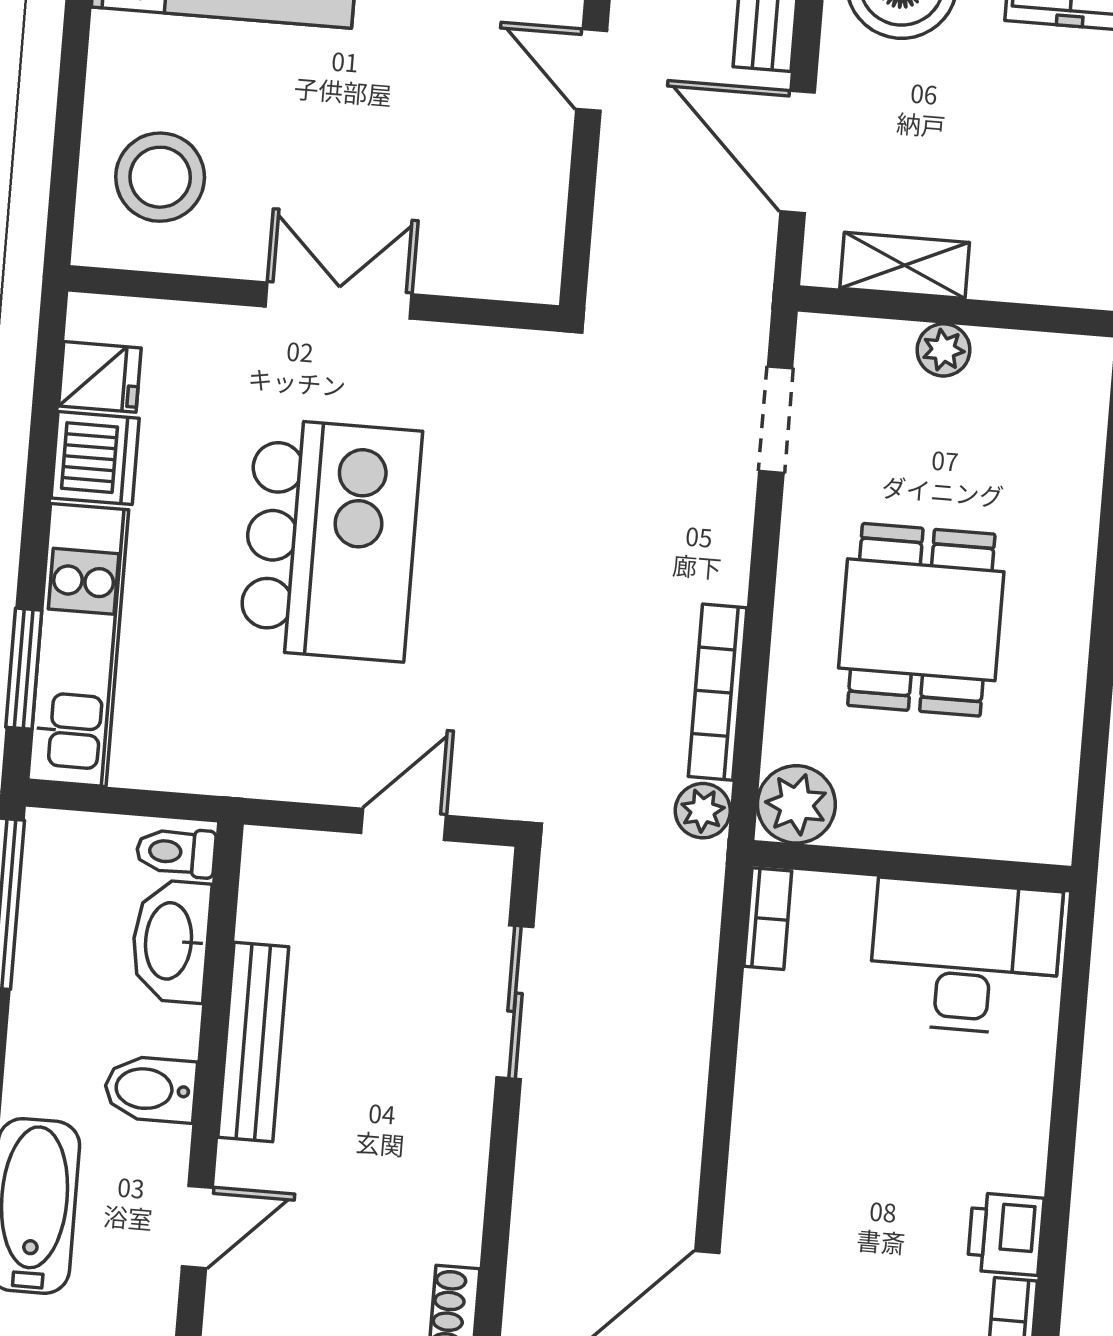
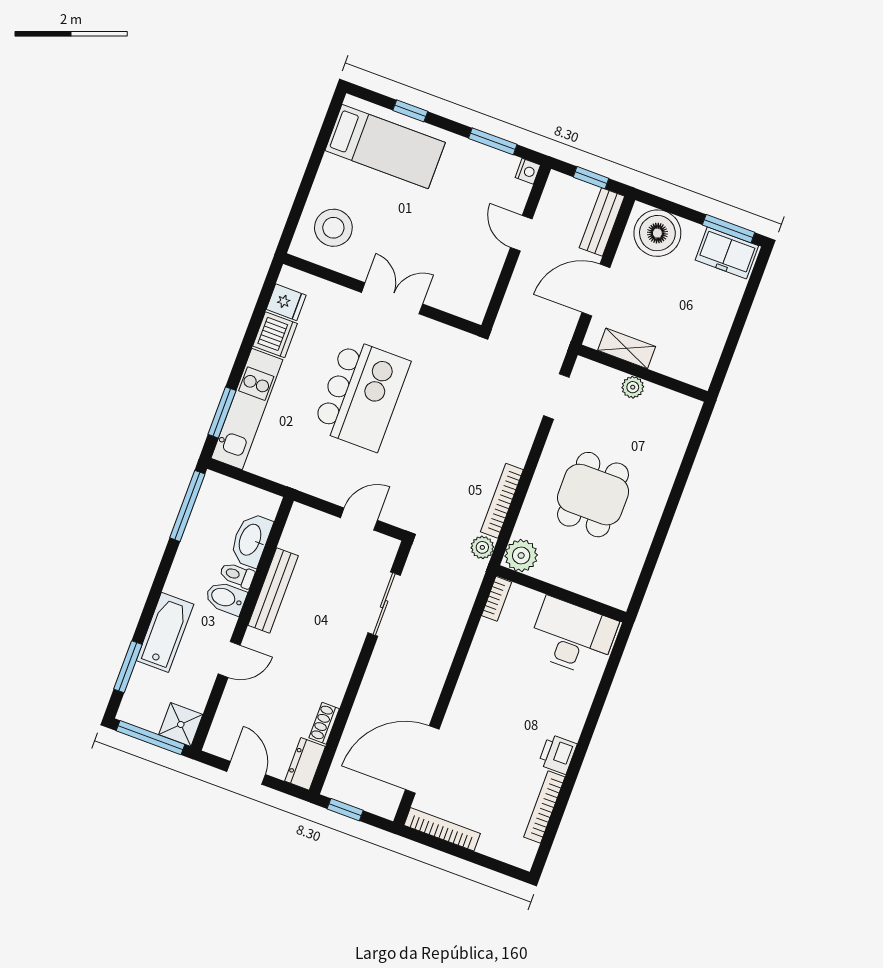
door: (798, 152) -> (596, 290), hinge flipped
toilet: (176, 852) -> (237, 575), moved

